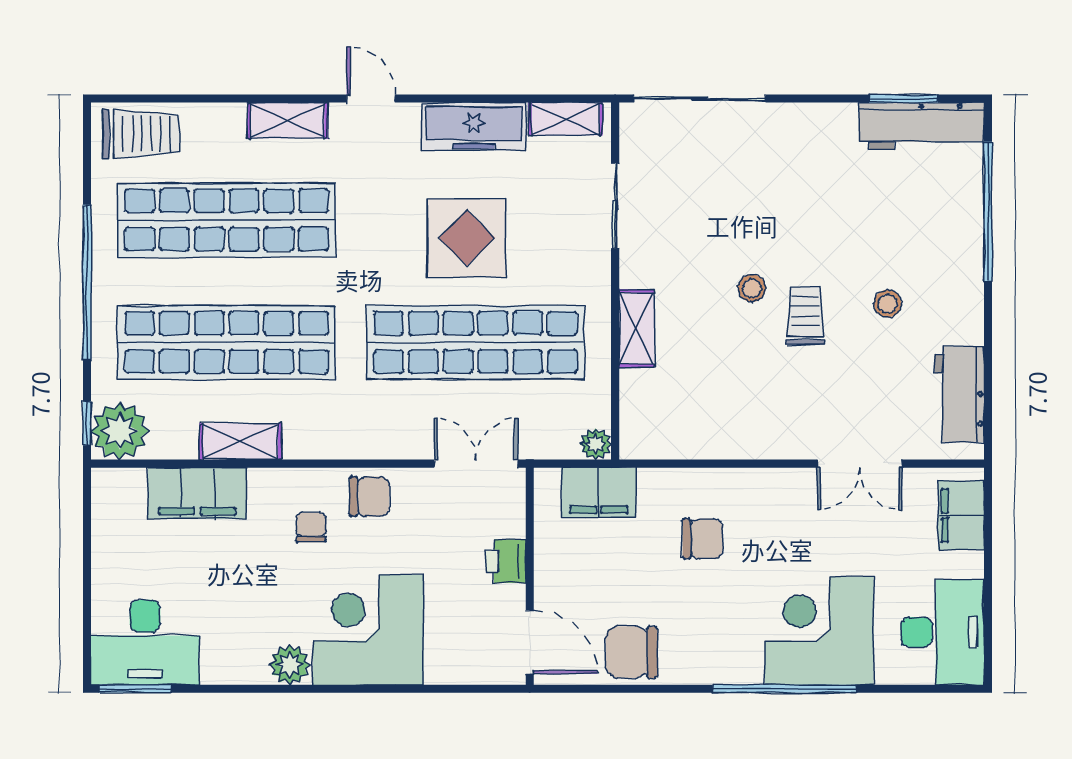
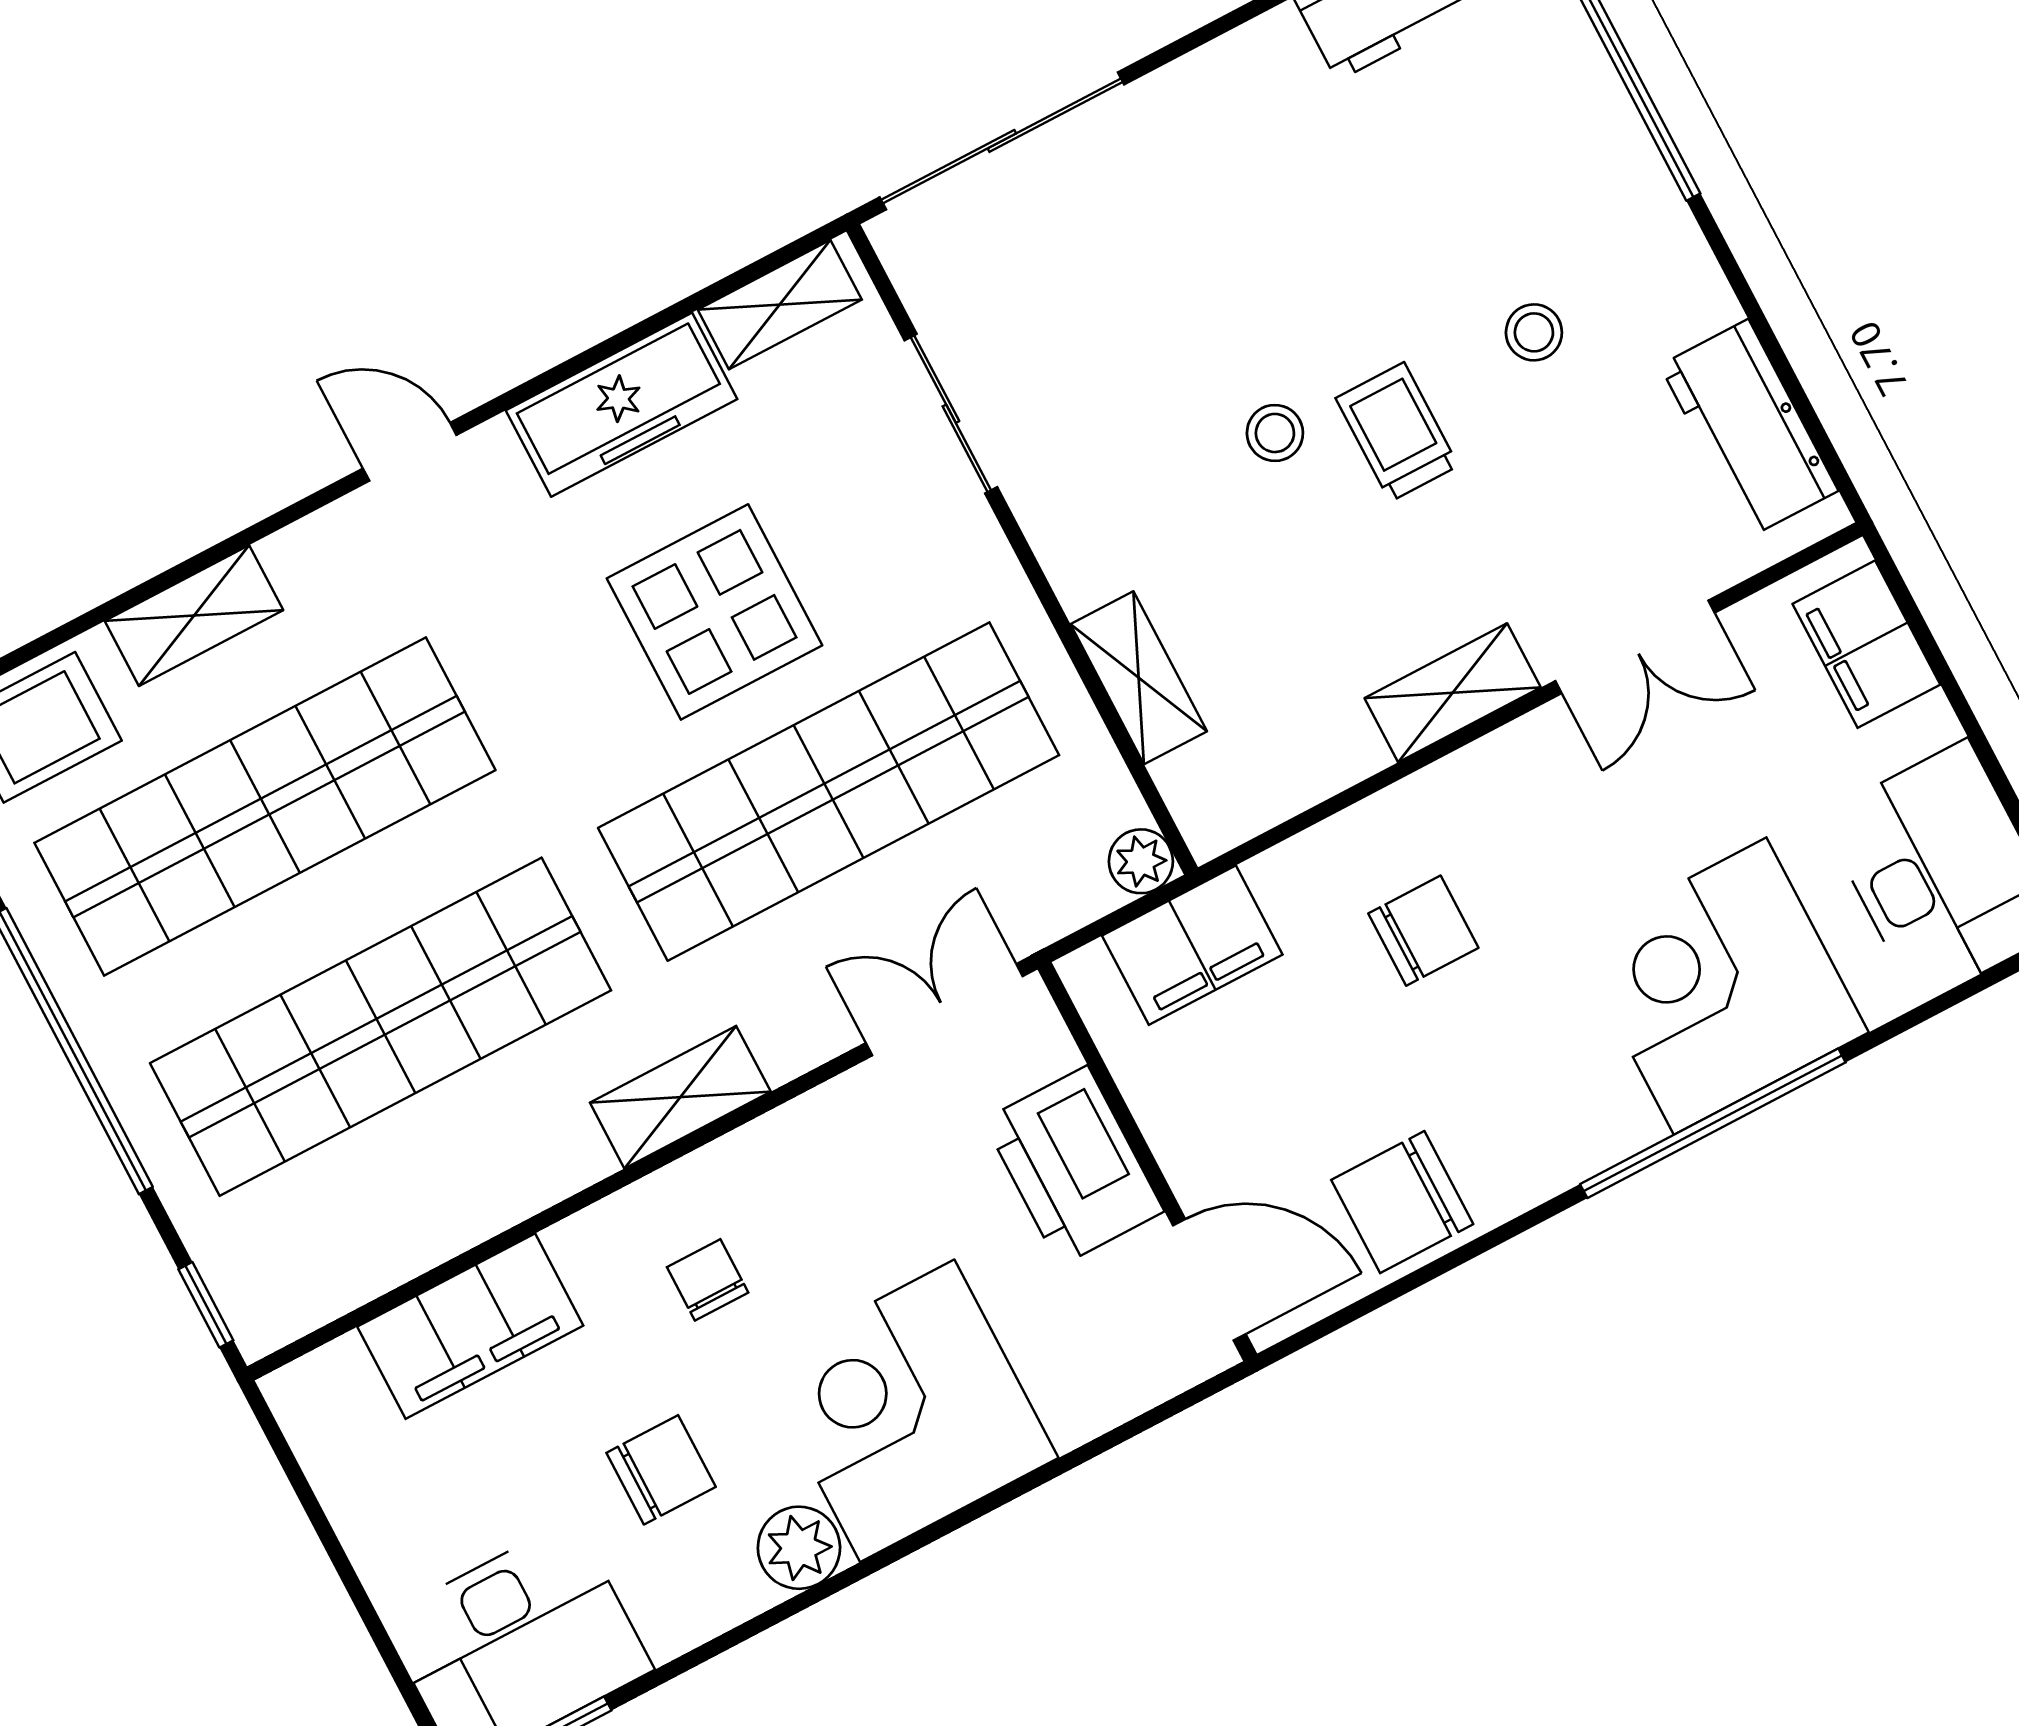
shelving: (287, 121) -> (194, 616), moved
shelving: (637, 328) -> (1139, 678), moved
plant: (120, 431) -> (272, 1287), removed
shelving: (240, 441) -> (680, 1097), moved
shelving: (770, 442) -> (1453, 693), added
chair: (369, 497) -> (661, 1470), moved
printer: (506, 561) -> (1073, 1166), width x1.87, depth x1.48

